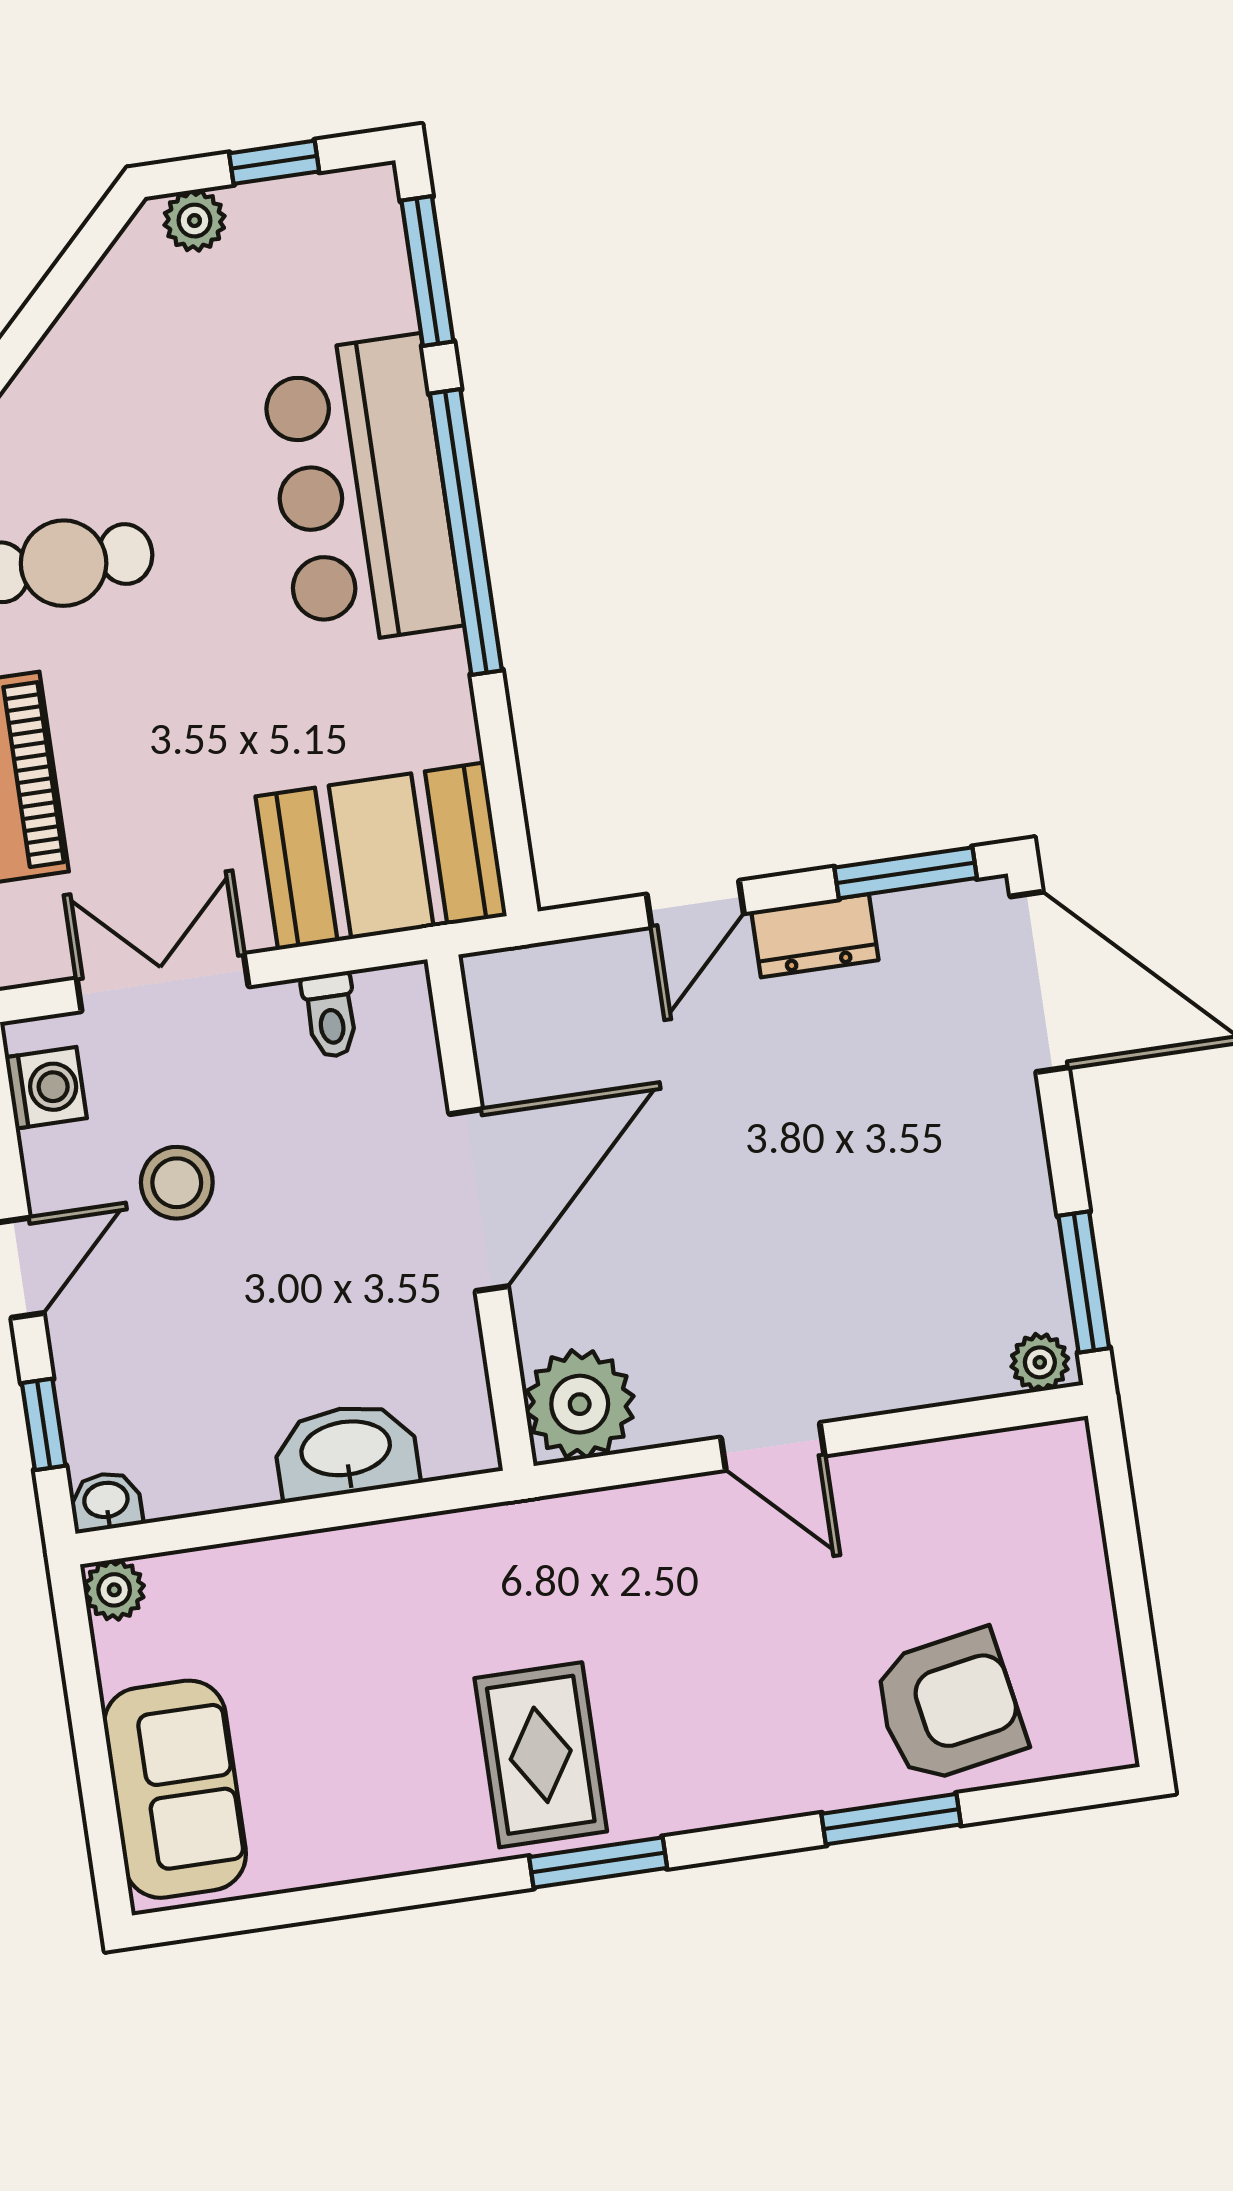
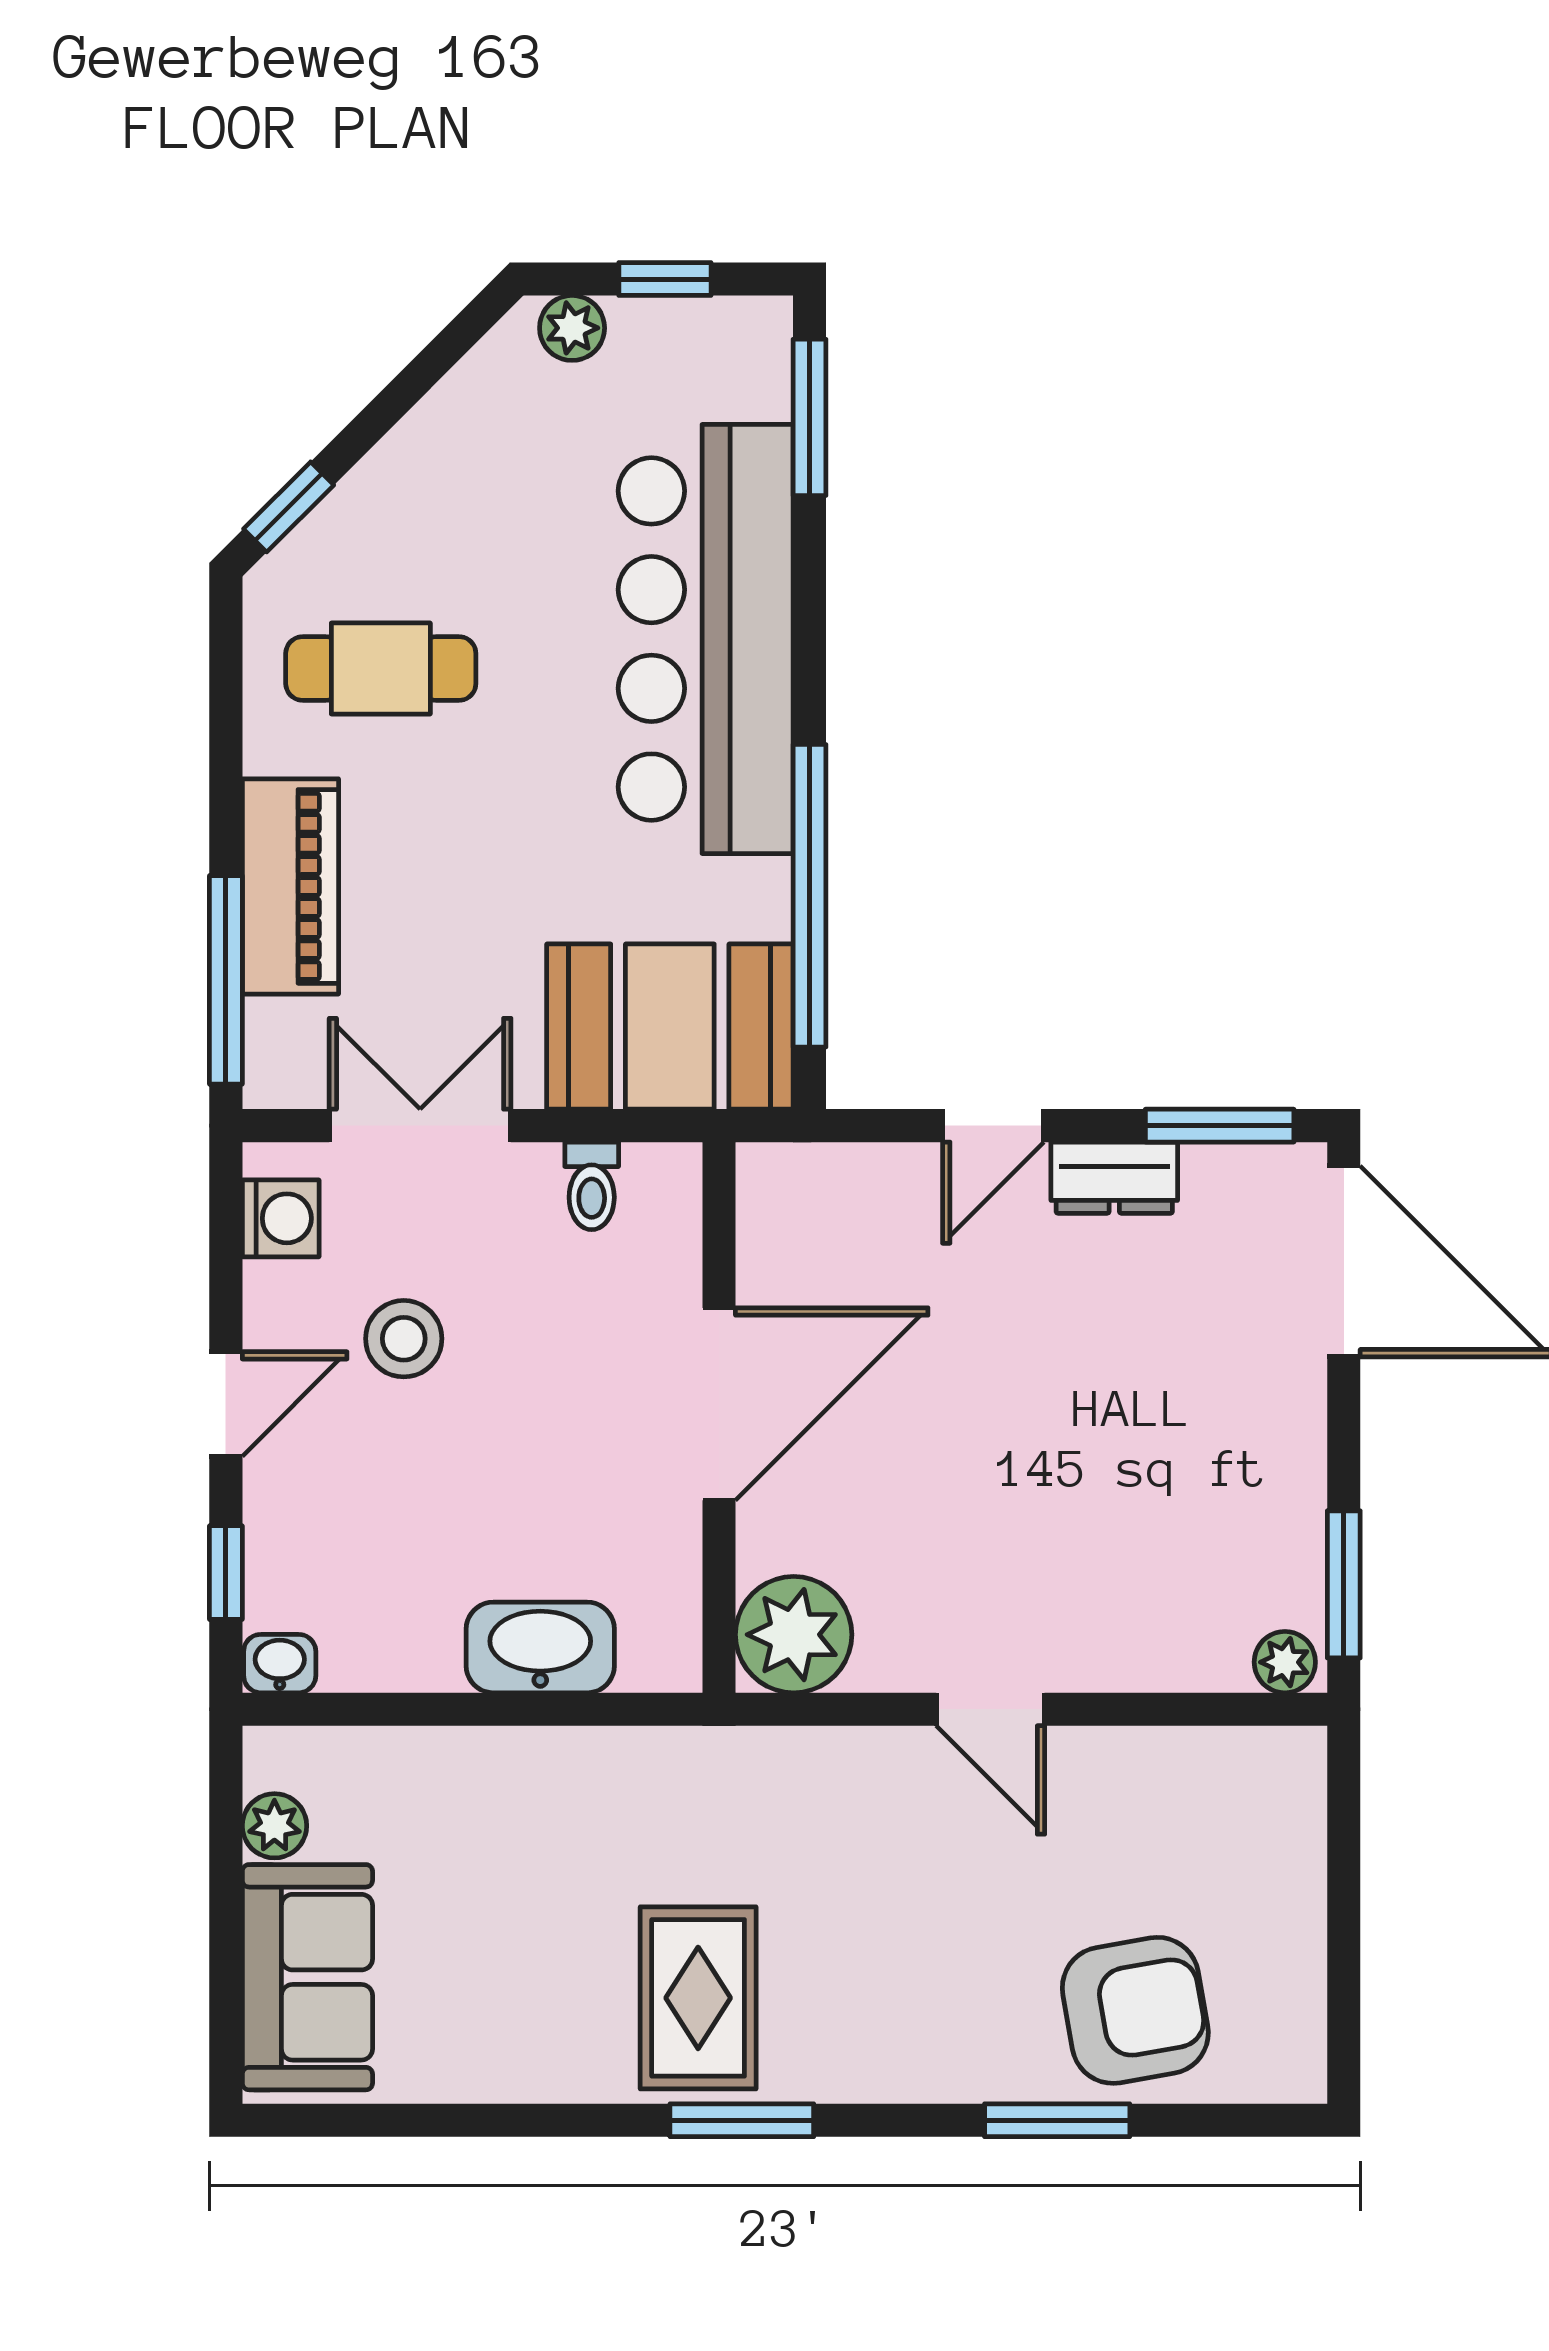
bar counter: (361, 491) -> (706, 639), width x1.36
window: (466, 532) -> (809, 896), moved
plant: (114, 1590) -> (274, 1826), moved

